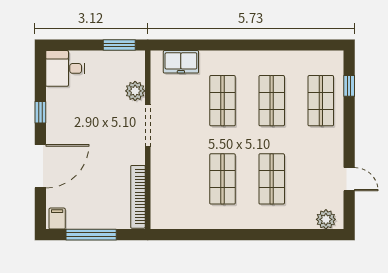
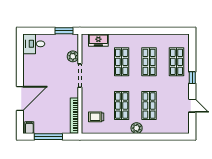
window: (349, 86) -> (192, 78), moved
window: (40, 112) -> (20, 68), removed
trolley: (177, 199) -> (96, 117), added
plant: (326, 219) -> (137, 128), moved

